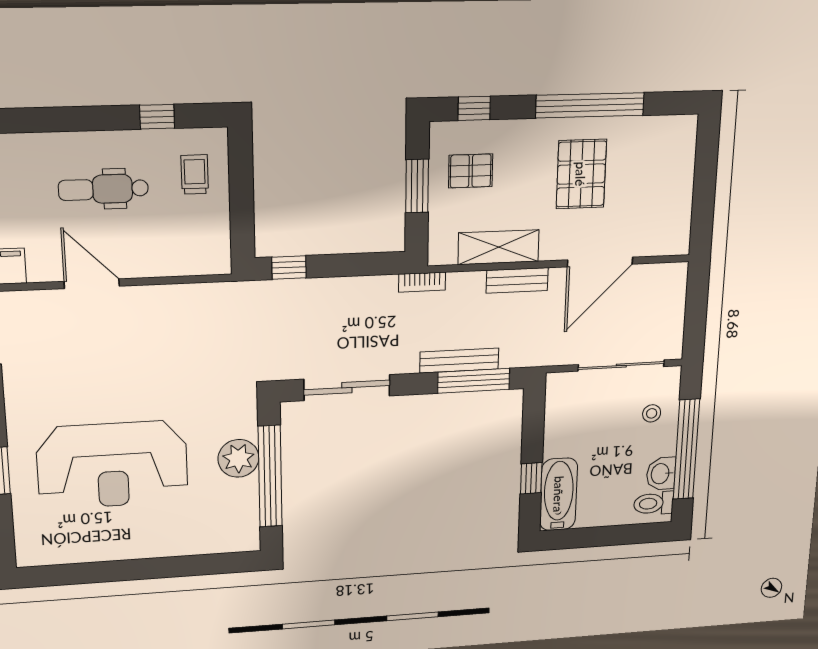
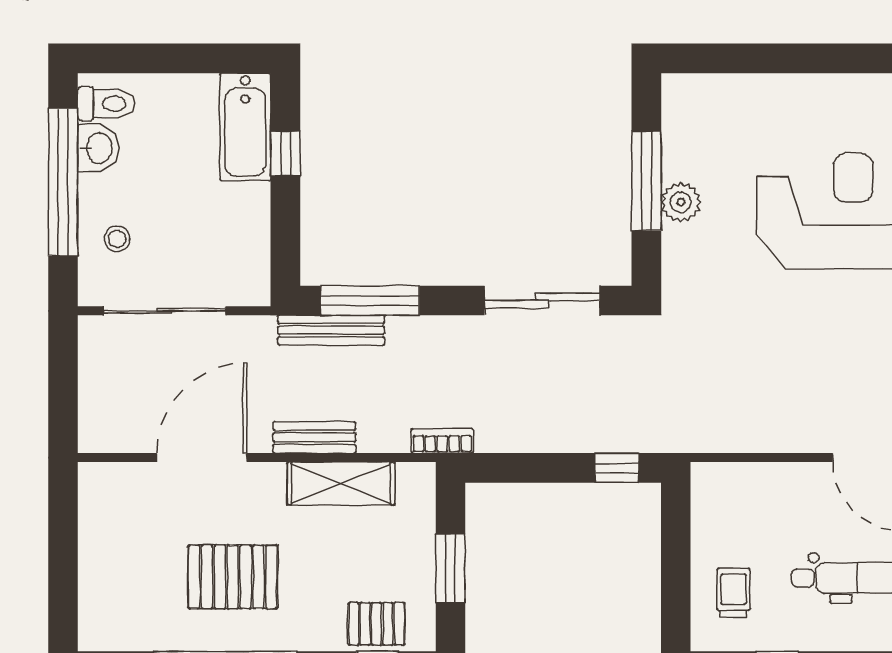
pallet: (471, 171) -> (376, 624), moved
trolley: (195, 174) -> (733, 593), turned 180
pallet: (581, 174) -> (233, 577), turned 90
bench: (459, 360) -> (331, 330), moved
plant: (238, 458) -> (681, 202), width x0.73, depth x0.73
window: (270, 476) -> (646, 181), width x0.68

